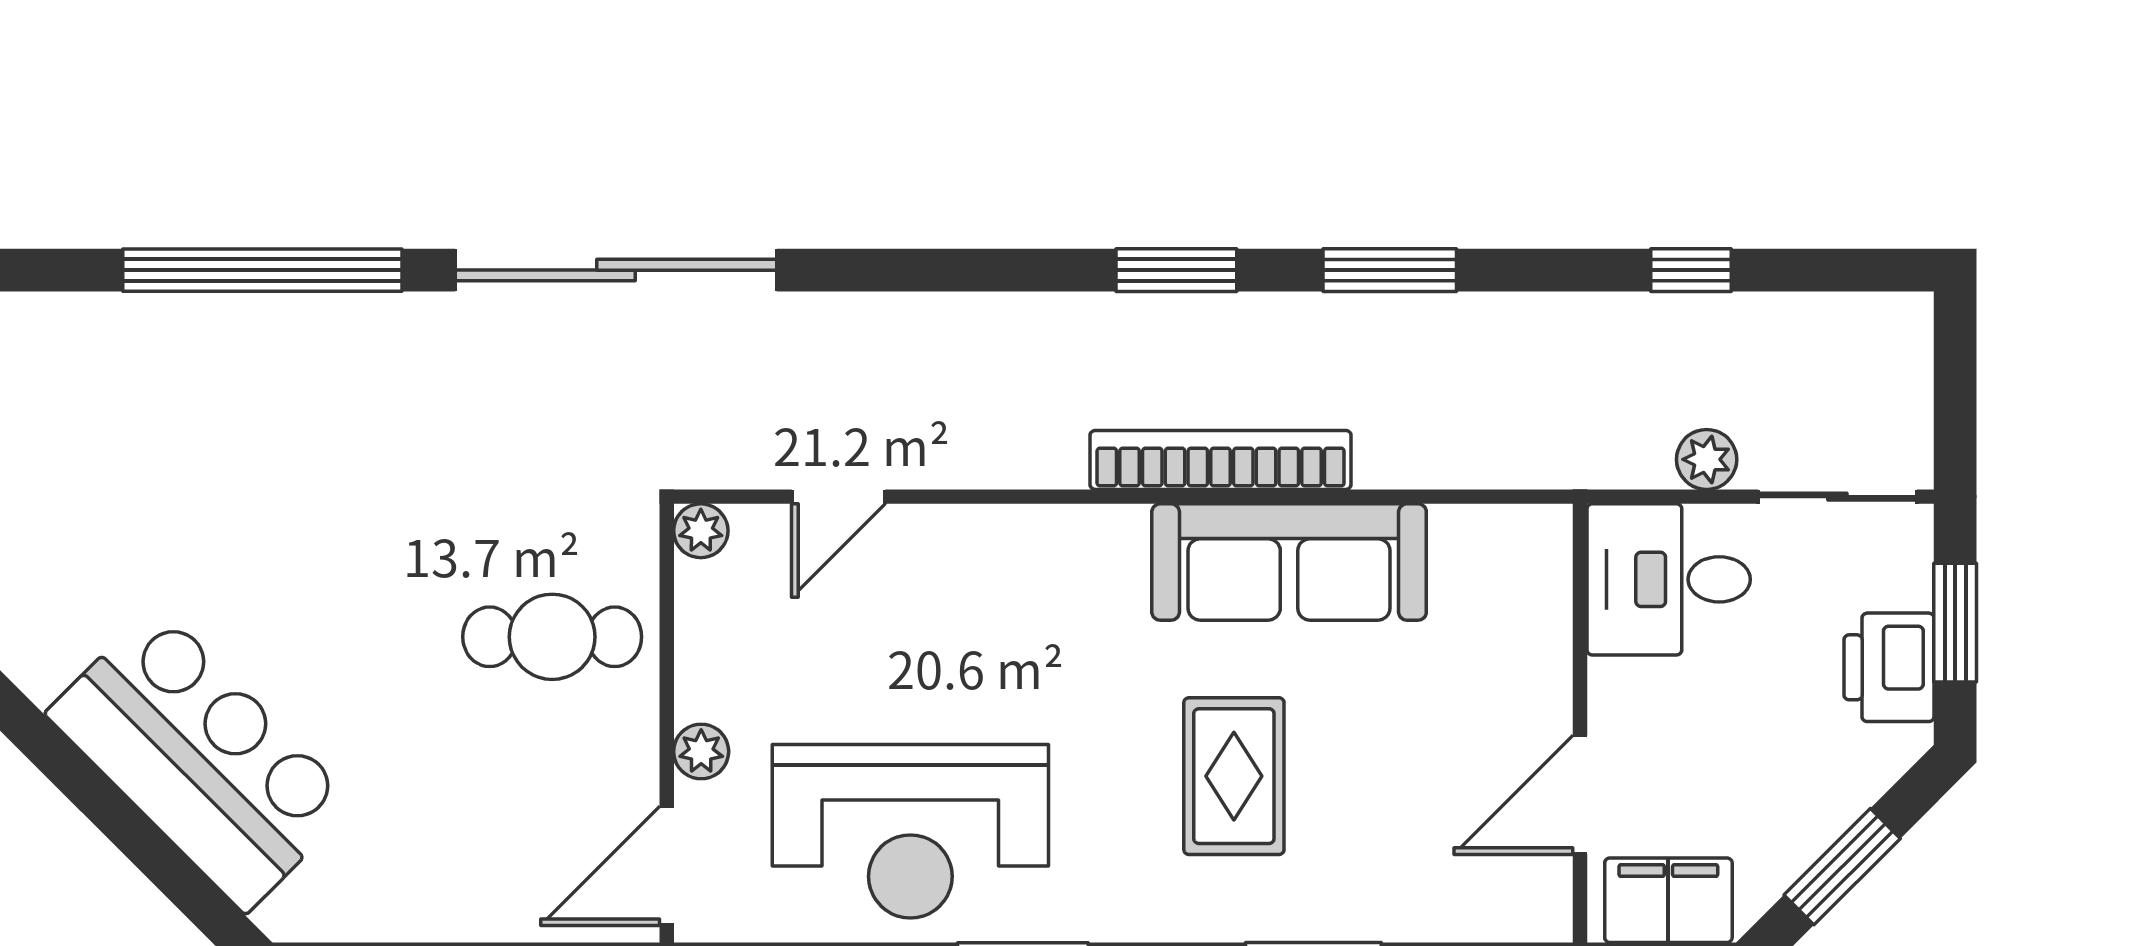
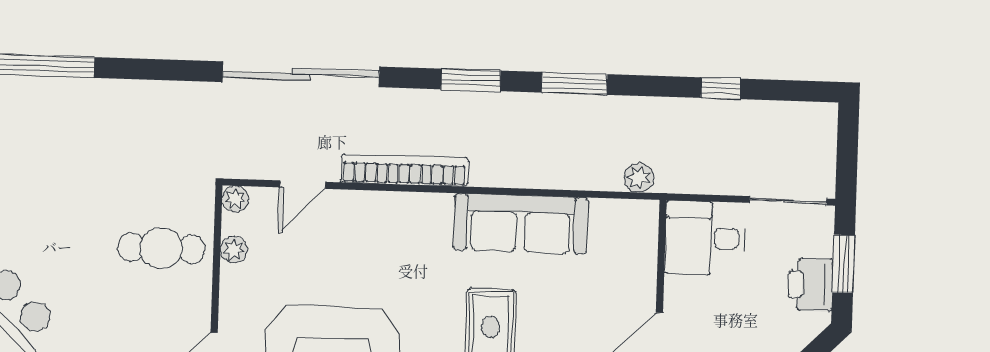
sliding door: (616, 270) -> (301, 74), moved
plant: (1707, 459) -> (639, 178), moved
bookcase: (1221, 460) -> (404, 170), moved
plant: (701, 751) -> (234, 250), moved

